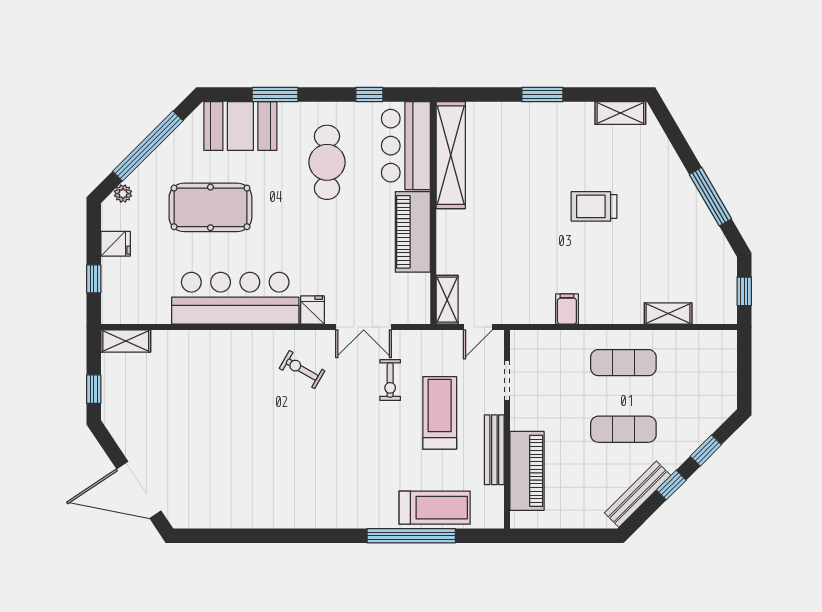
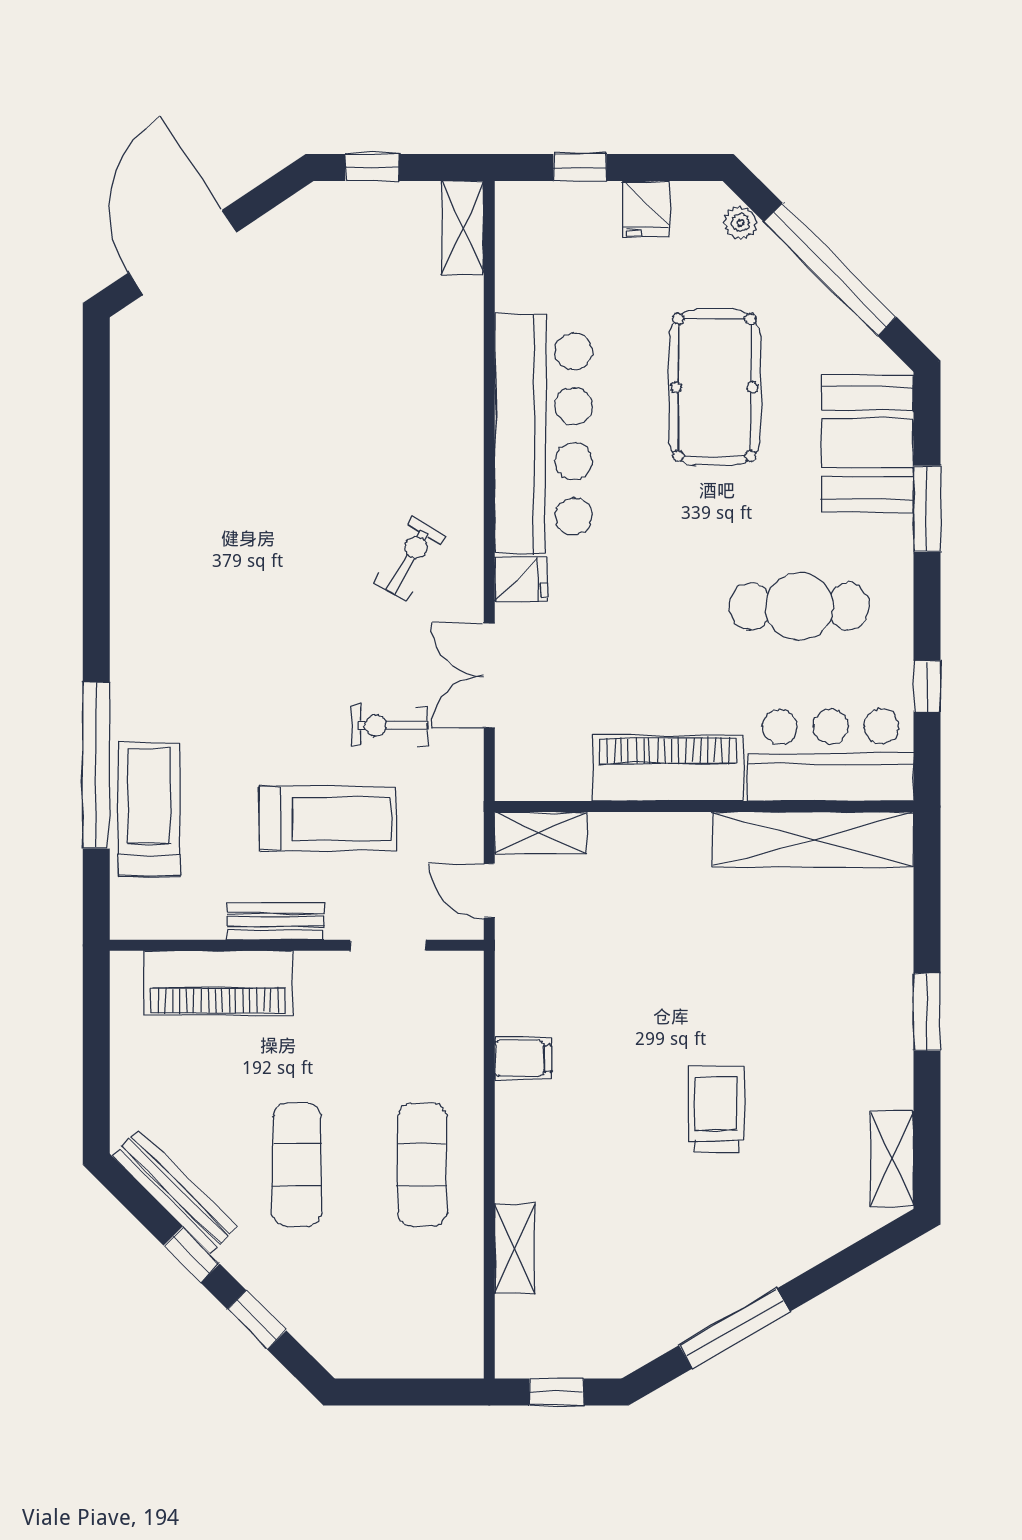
bench: (494, 450) -> (276, 922), width x0.73
treadmill: (435, 508) -> (149, 809), turned 180

